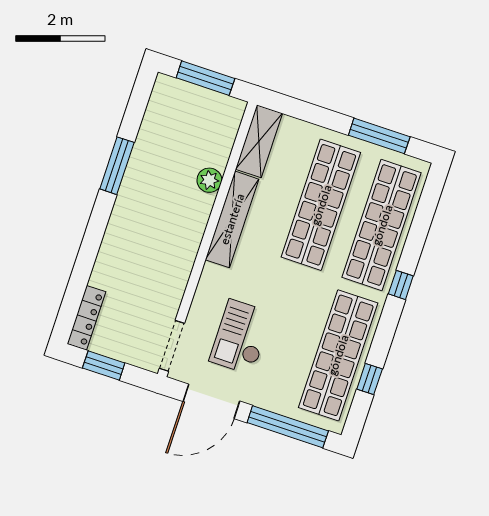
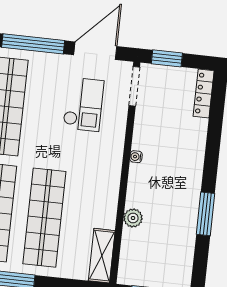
shelving: (232, 219) -> (109, 192), removed
water cooler: (189, 257) -> (136, 157), added
window: (104, 366) -> (167, 58), moved

